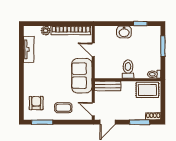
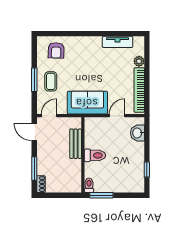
washbasin: (124, 32) -> (137, 133), moved
window: (163, 46) -> (101, 195), moved
bench: (108, 86) -> (76, 144), moved
rug: (147, 90) -> (71, 178), removed
armchair: (36, 103) -> (56, 50), turned 92
window: (42, 122) -> (34, 80), moved

